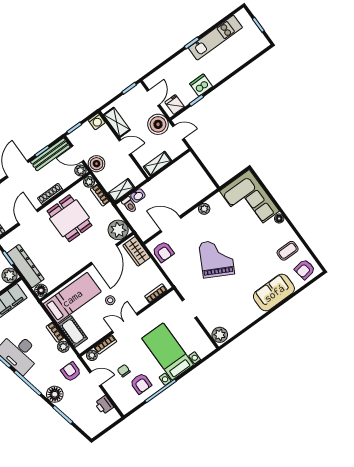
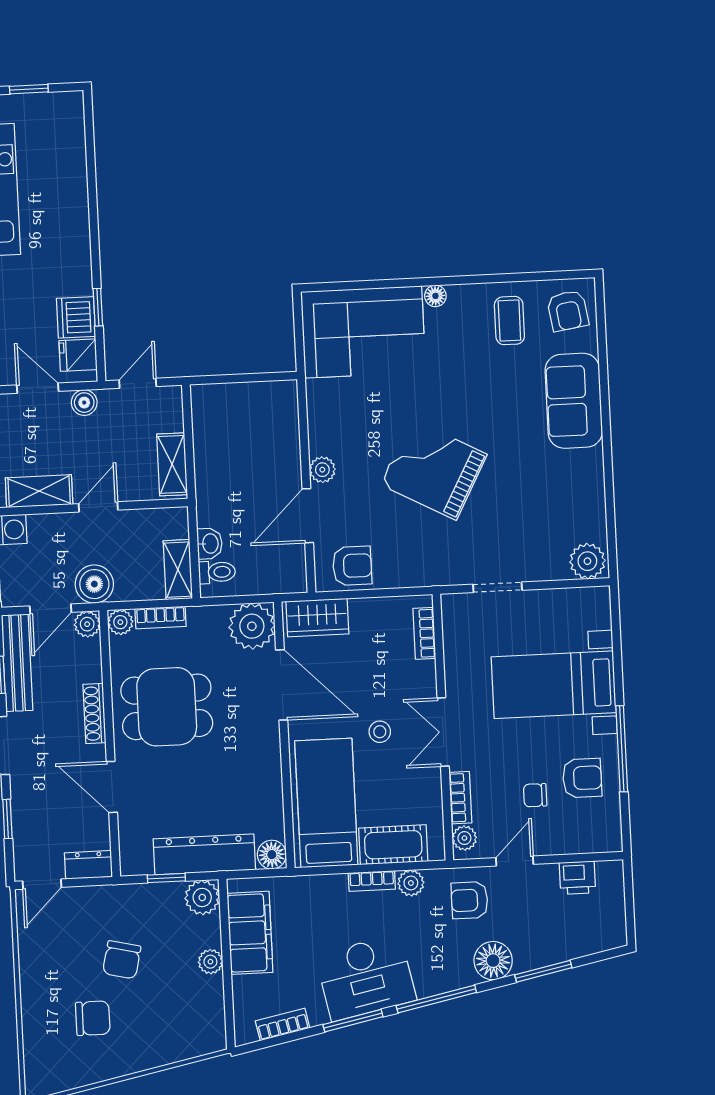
dishwasher: (201, 85) -> (76, 317), moved
boiler: (158, 124) -> (84, 403), width x0.54, depth x0.54
plant: (204, 209) -> (322, 470), moved

